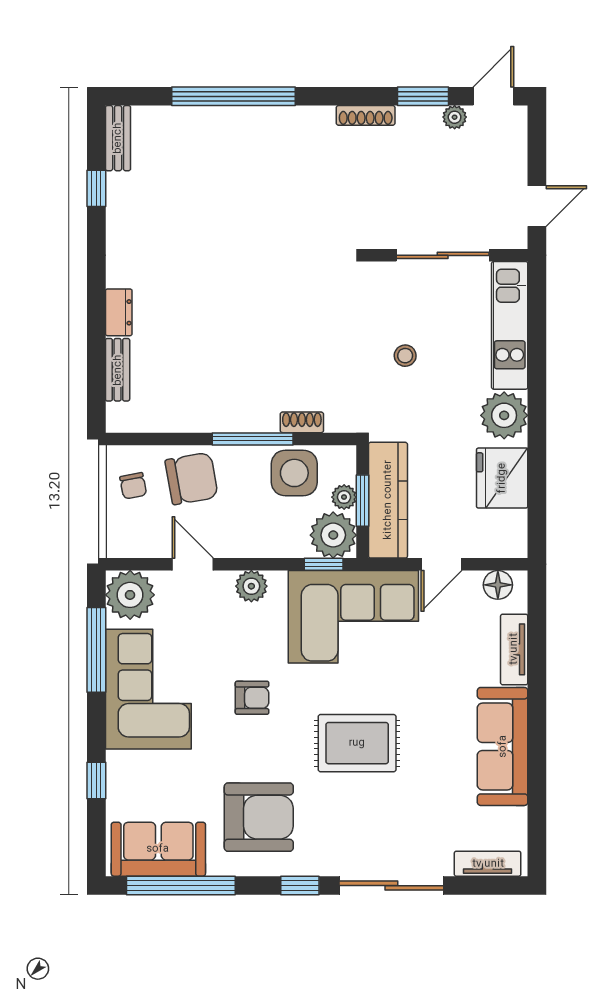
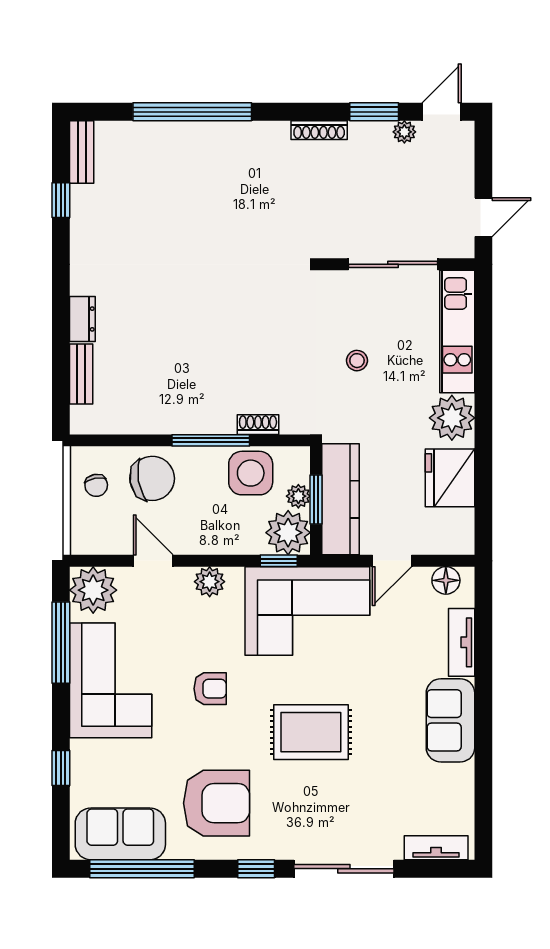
sofa: (503, 746) -> (450, 720), width x0.73

